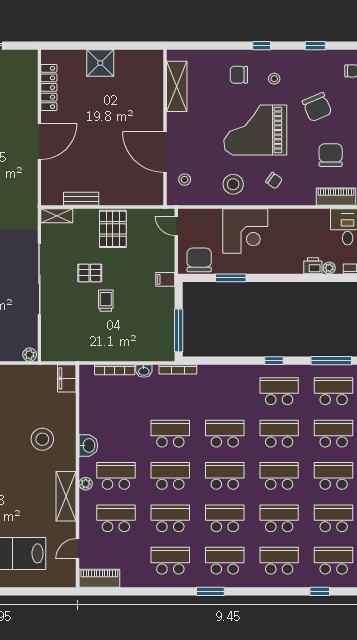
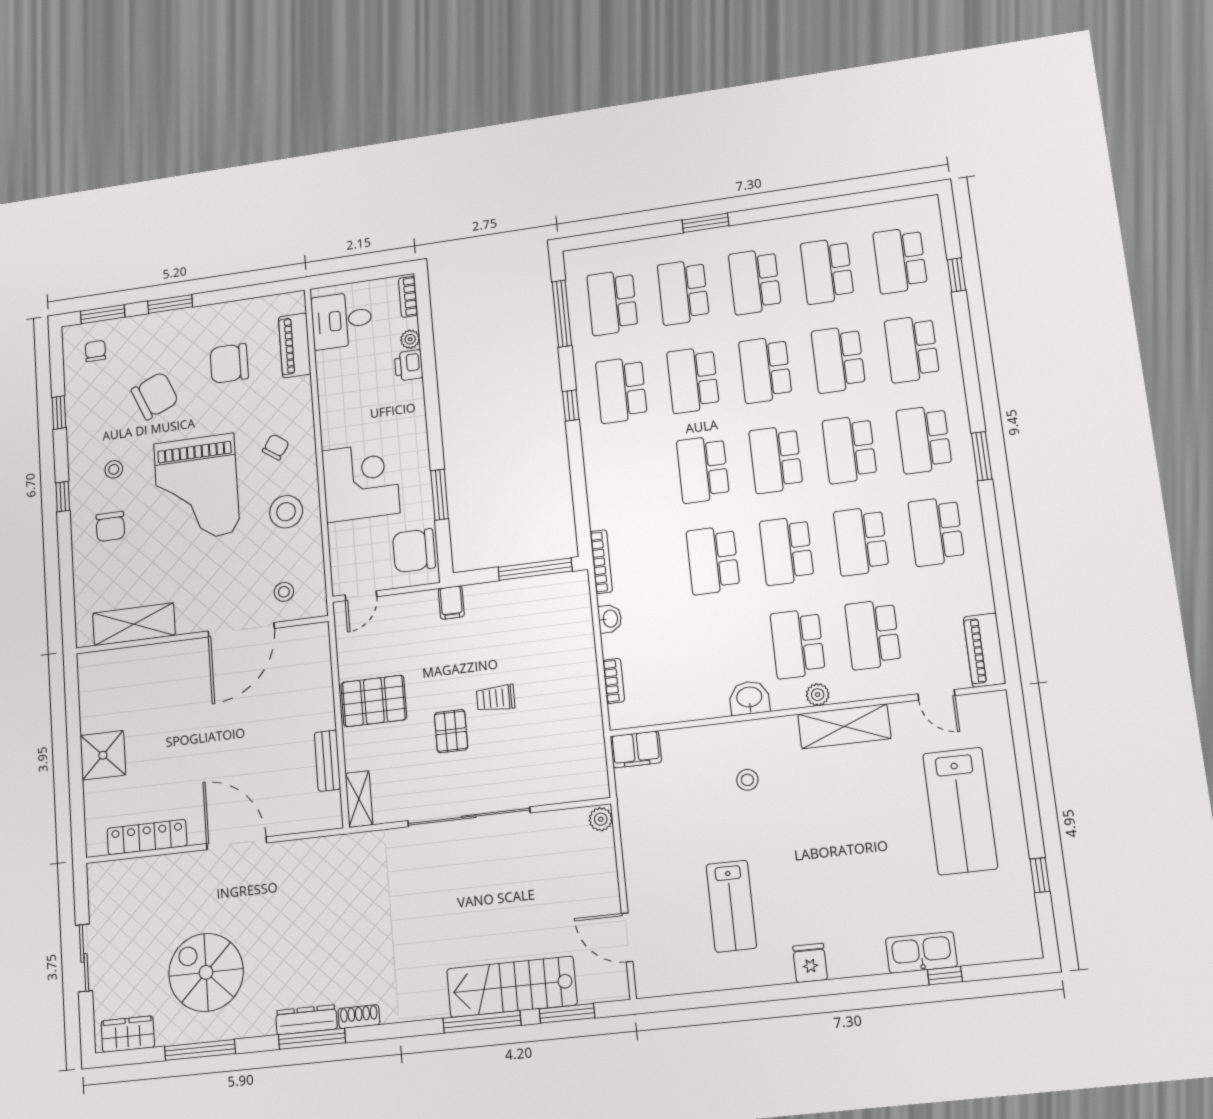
bookcase: (115, 370) -> (614, 681), width x0.64
stool: (42, 439) -> (747, 780), width x0.53, depth x0.53

